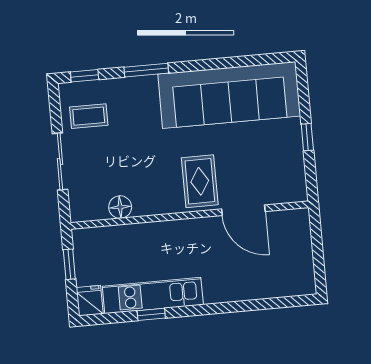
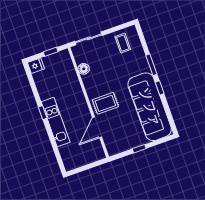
window: (85, 76) -> (160, 88), moved
sliding door: (60, 162) -> (88, 38), moved
kitchen unit: (153, 295) -> (56, 122), moved
window: (151, 314) -> (43, 113), moved

